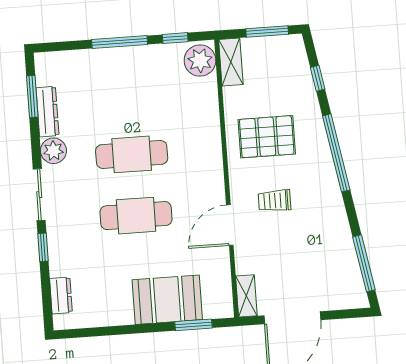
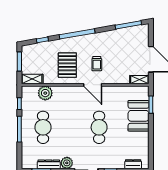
plant: (200, 60) -> (45, 93), moved
cafe table: (132, 154) -> (43, 127), moved
door: (230, 225) -> (93, 85), moved

